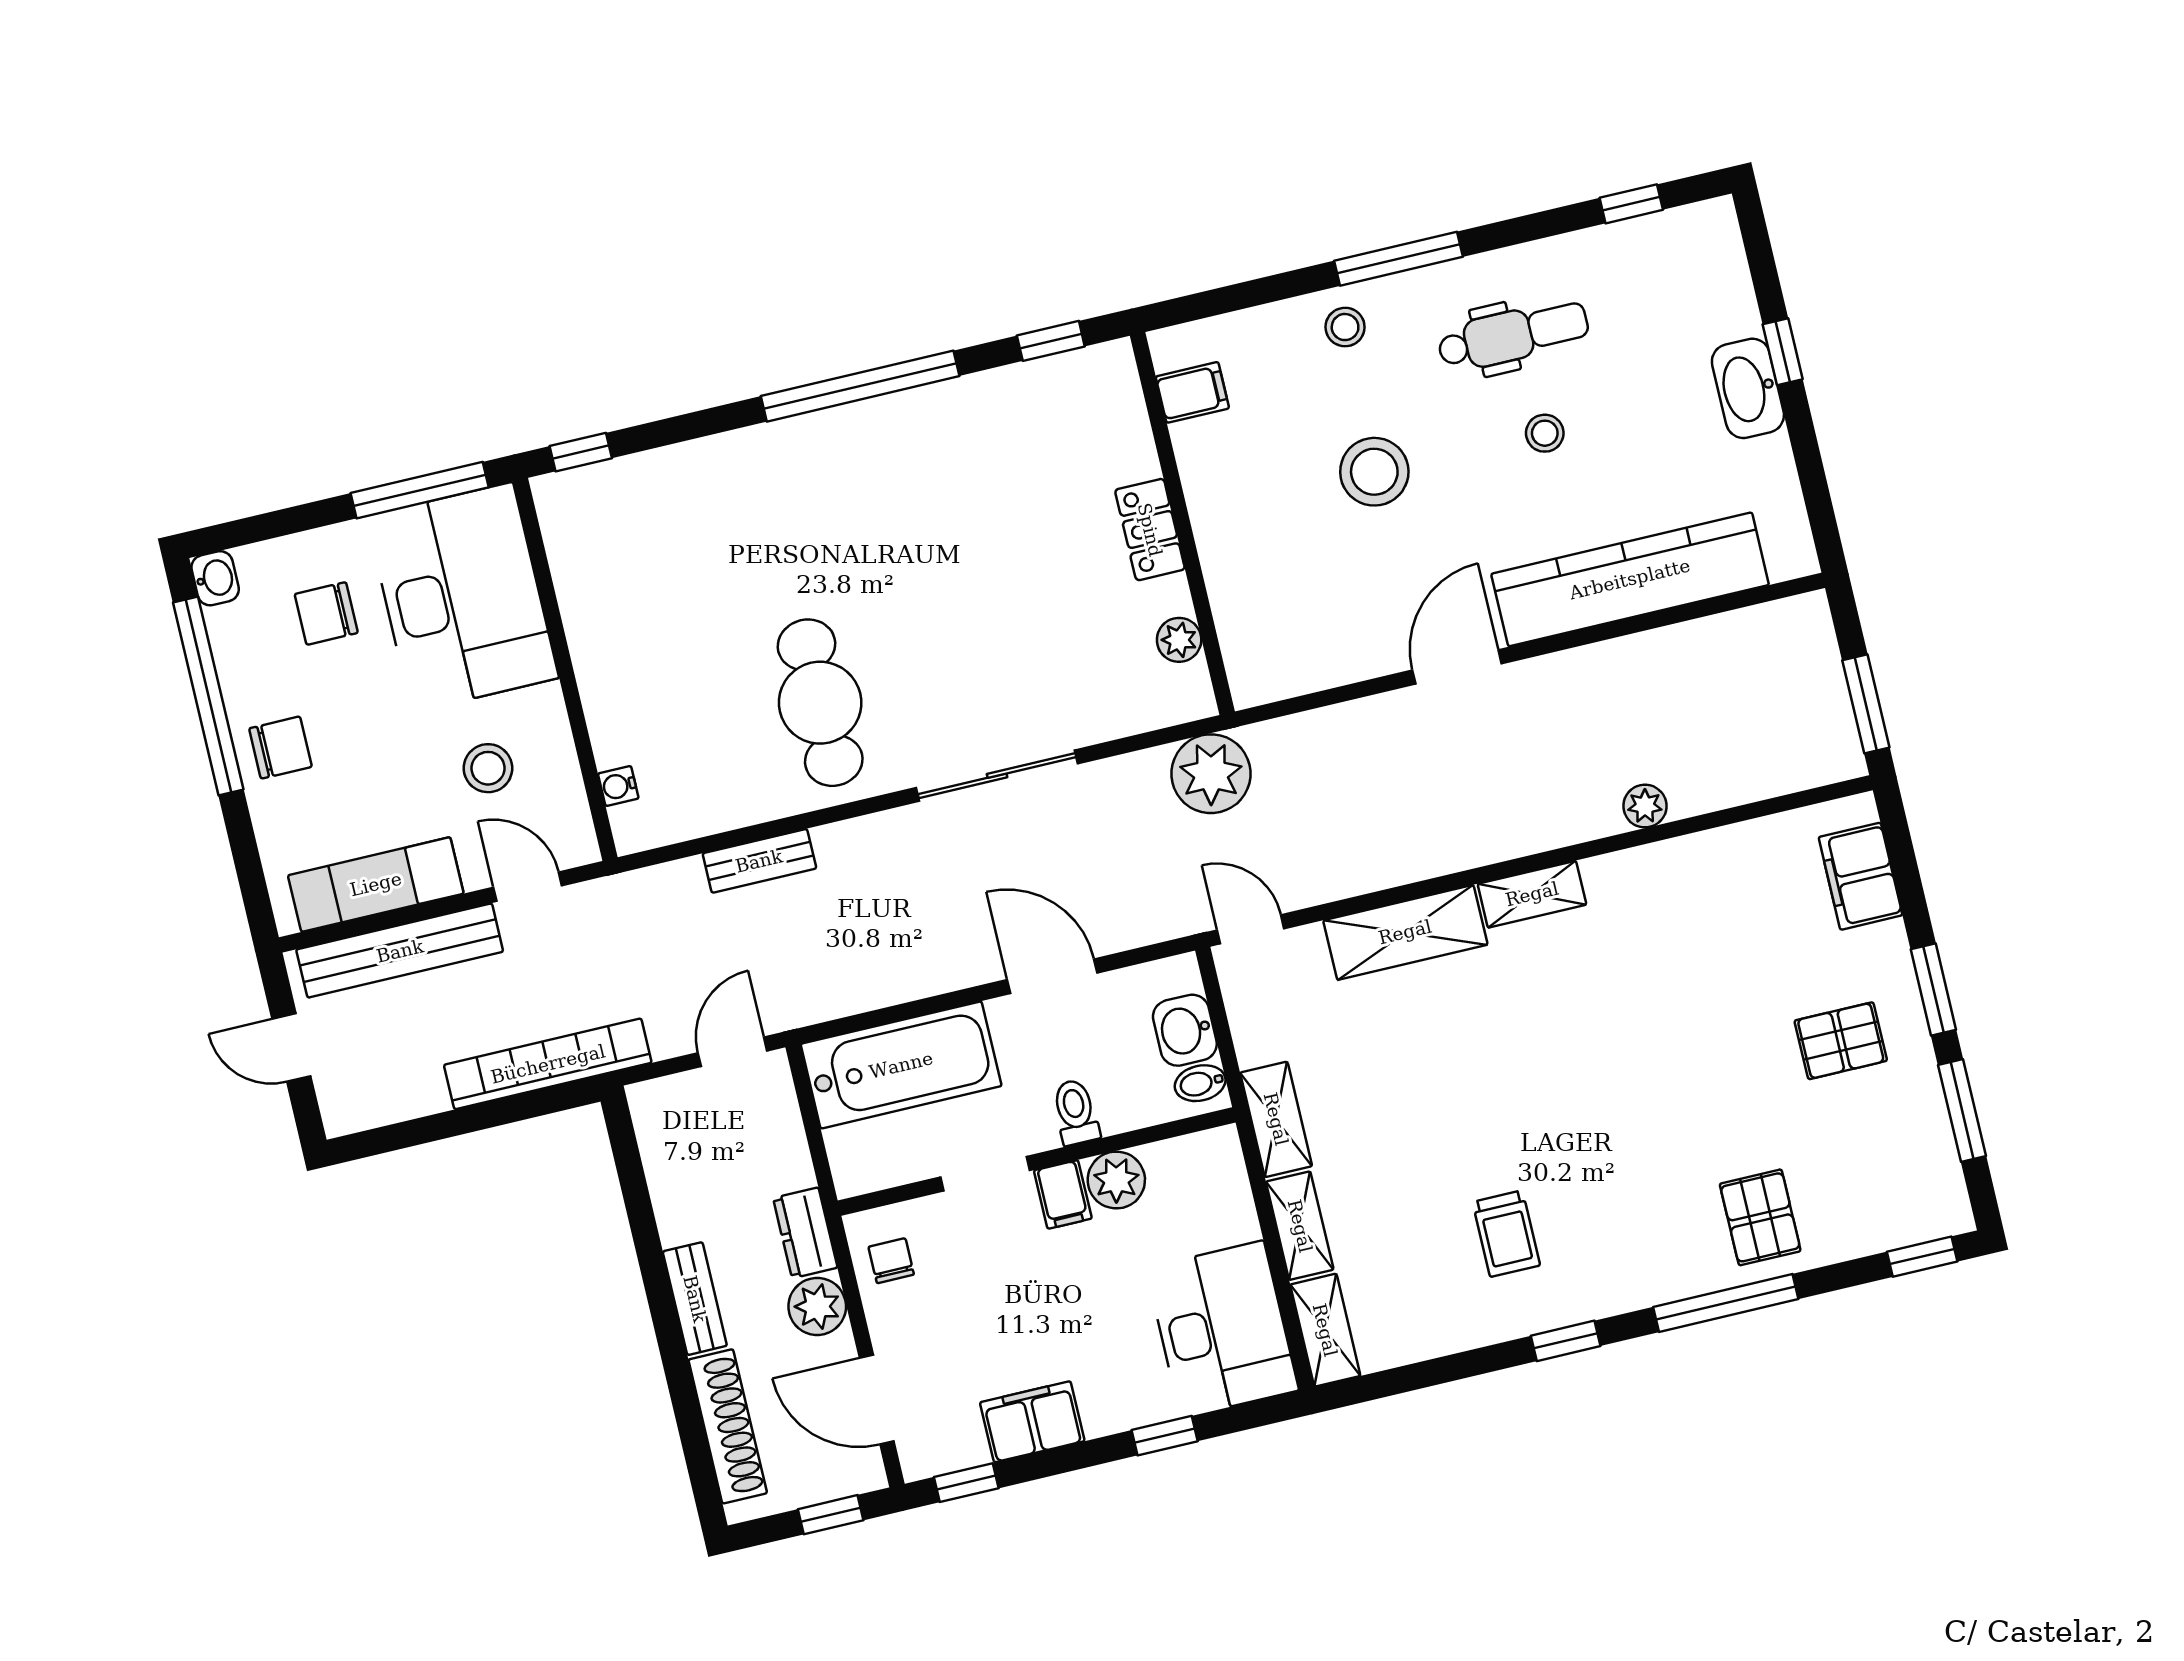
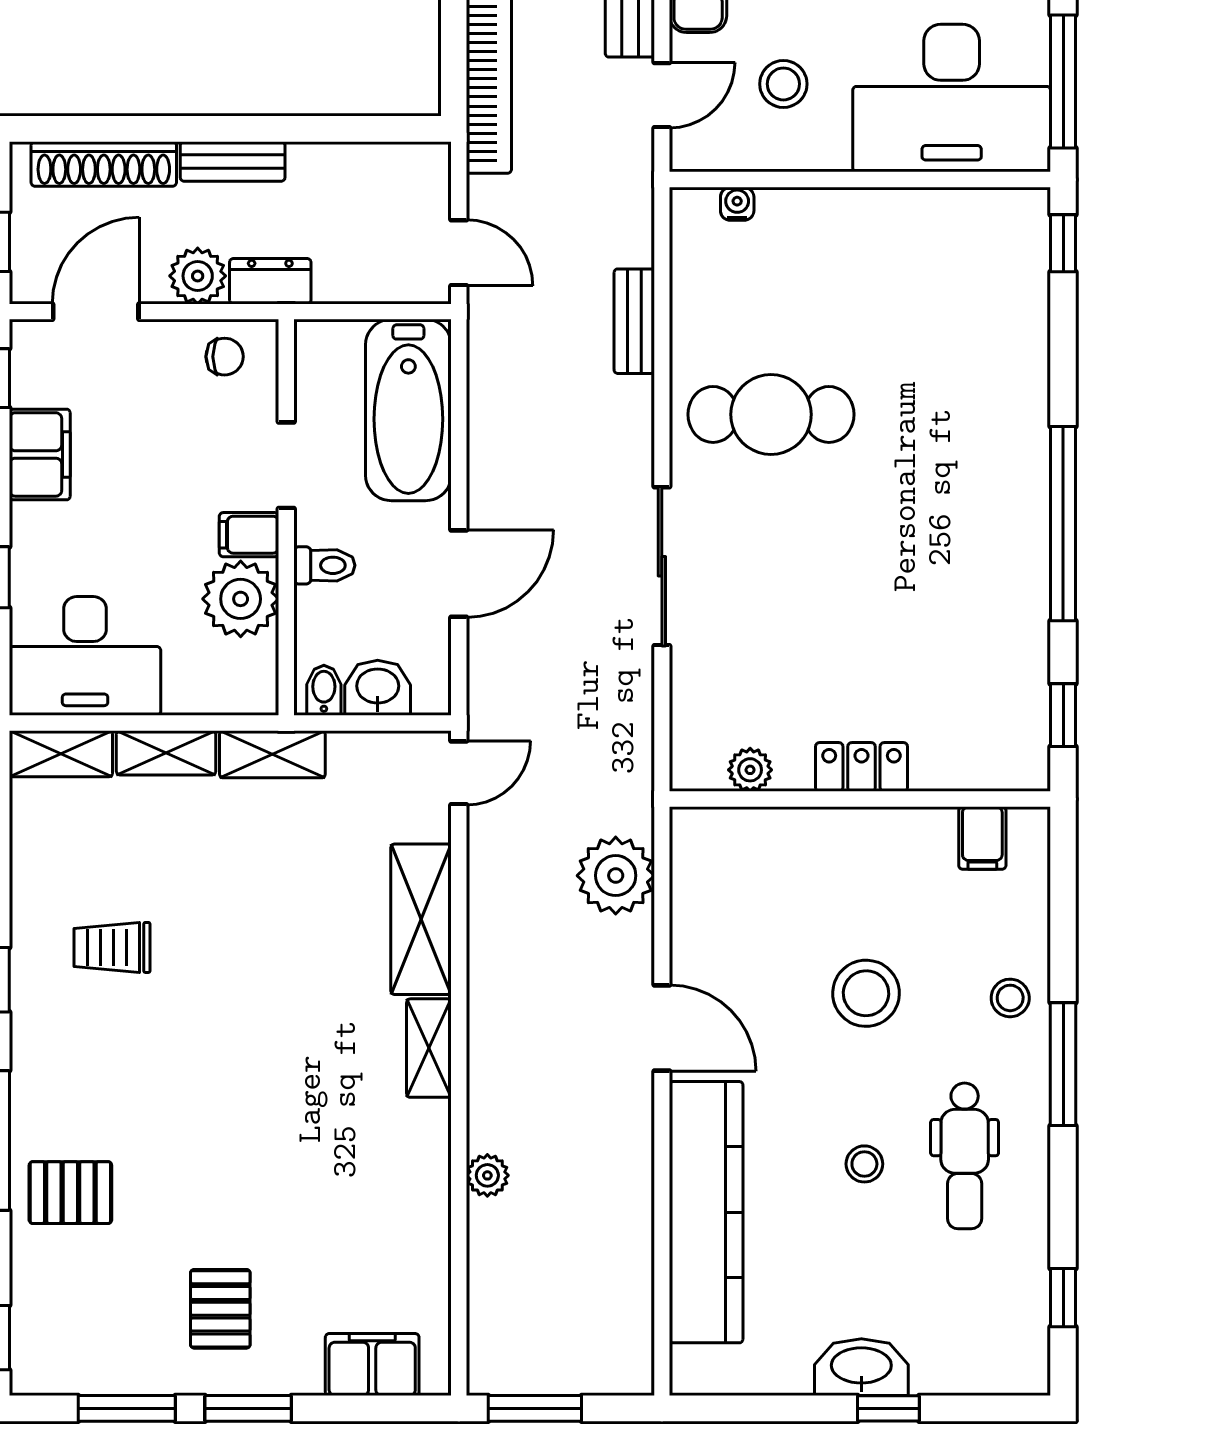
plant: (1211, 774) -> (616, 876), moved
plant: (1116, 1180) -> (241, 599), width x1.36, depth x1.36

